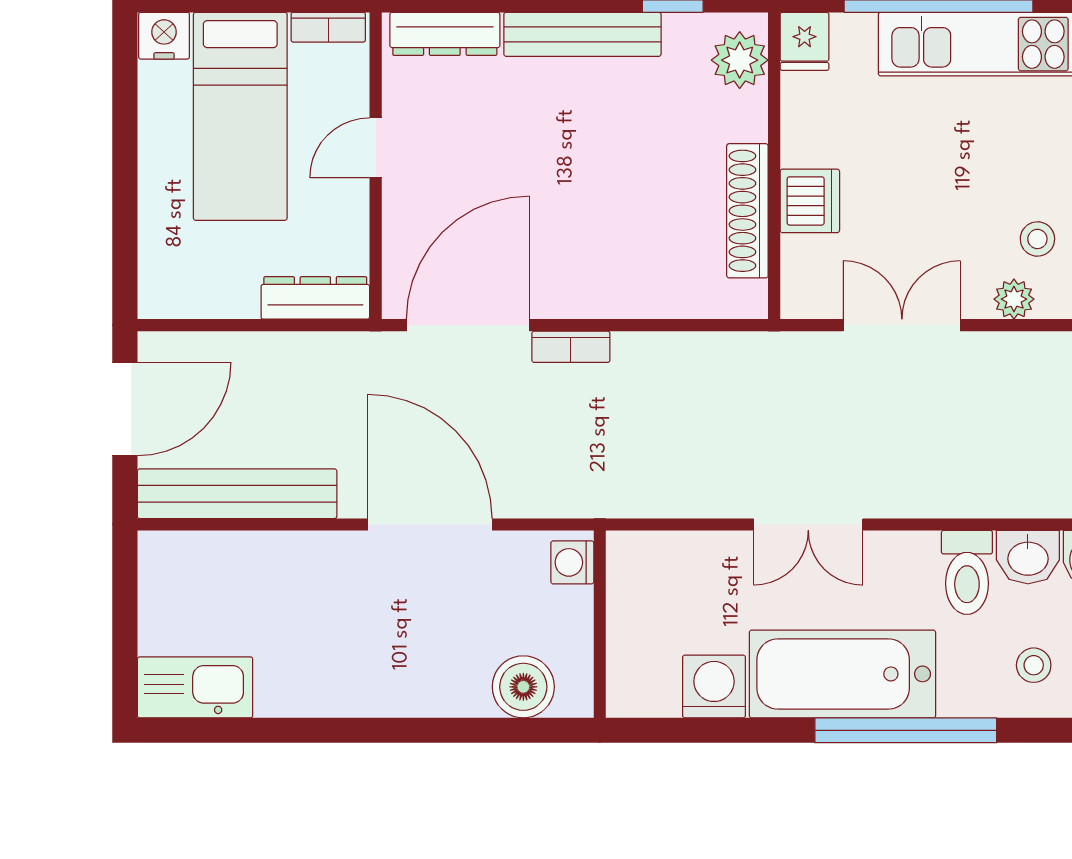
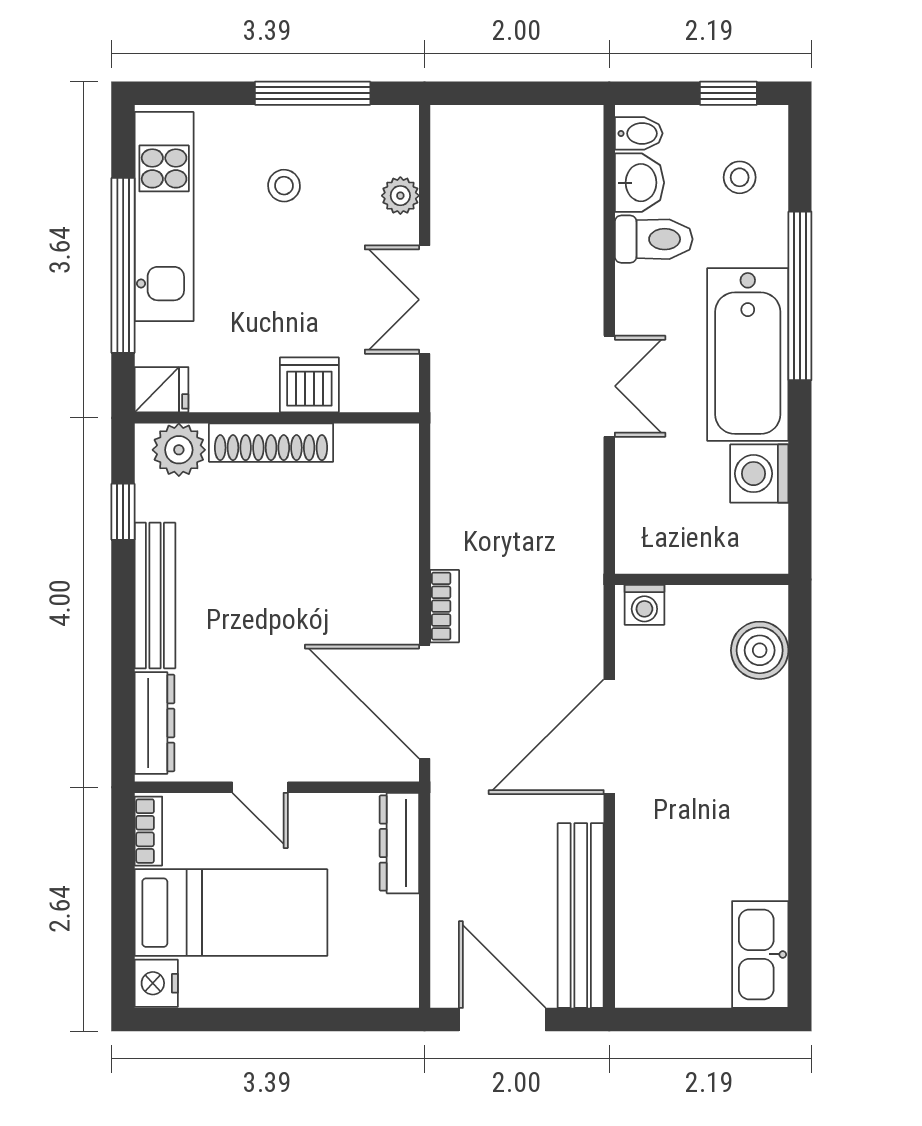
shoe rack: (747, 211) -> (271, 443), moved
stool: (1037, 239) -> (284, 186), moved

